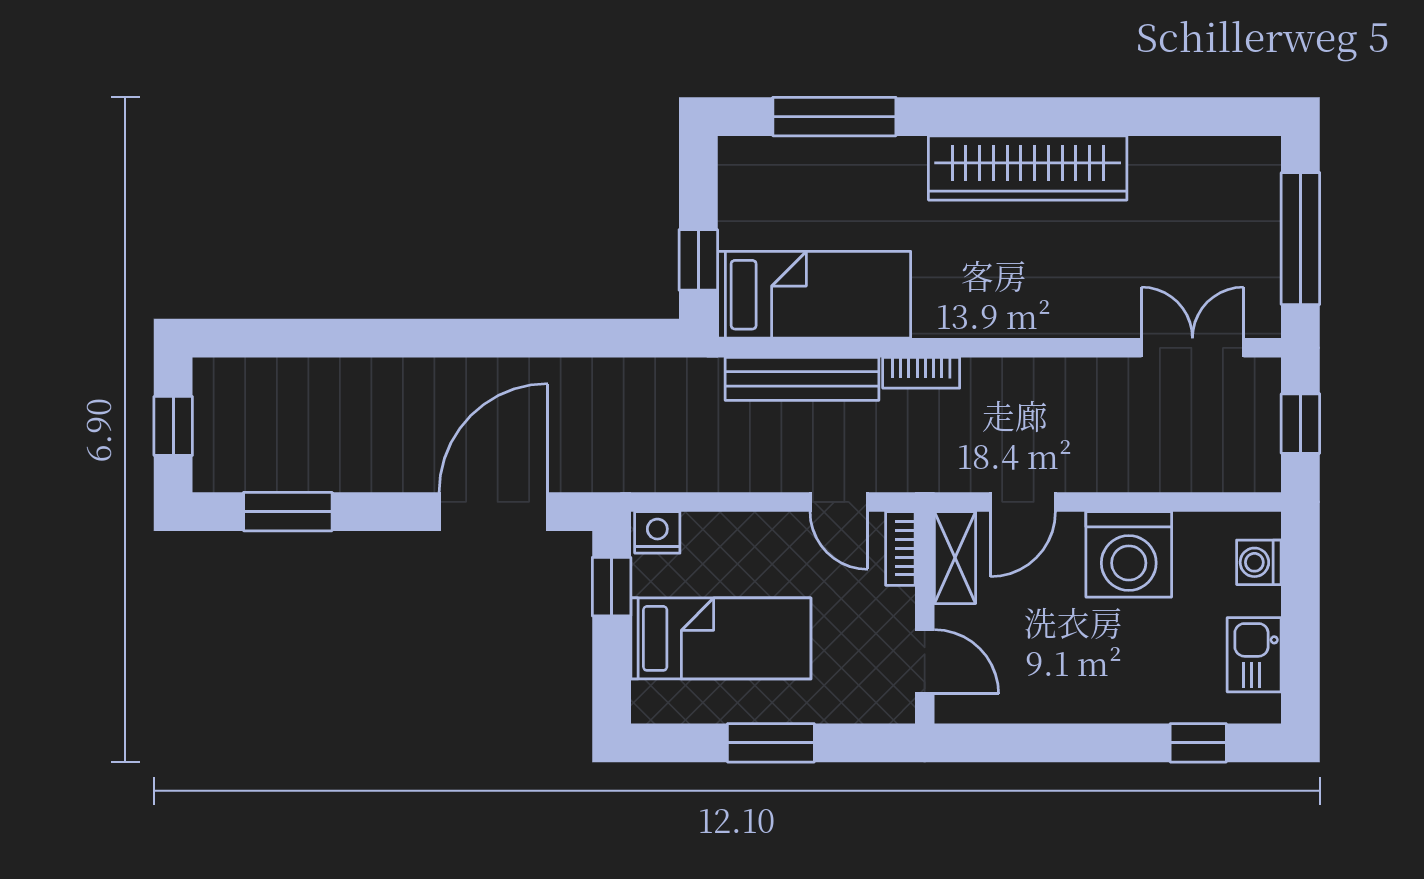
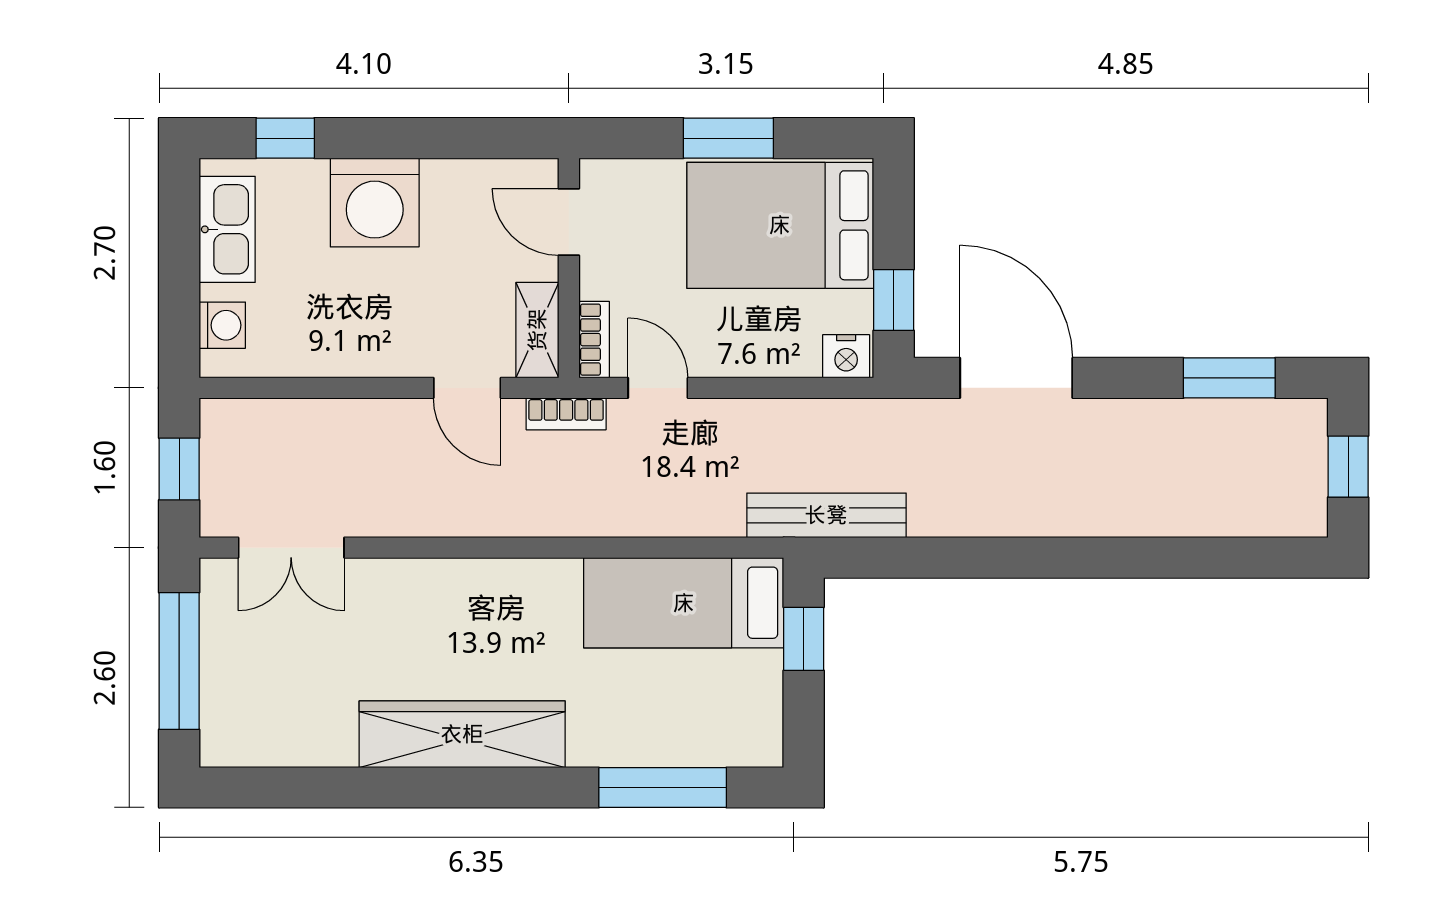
bookcase: (921, 373) -> (566, 414), moved, turned 180
bench: (802, 379) -> (826, 515), moved
door: (1023, 502) -> (467, 388), swing flipped
door: (493, 512) -> (1016, 378), swing flipped
washing machine: (1129, 554) -> (375, 202), moved, turned 180
bed: (721, 638) -> (780, 225), width x1.50
kitchen sink: (1254, 655) -> (227, 229), width x1.38

